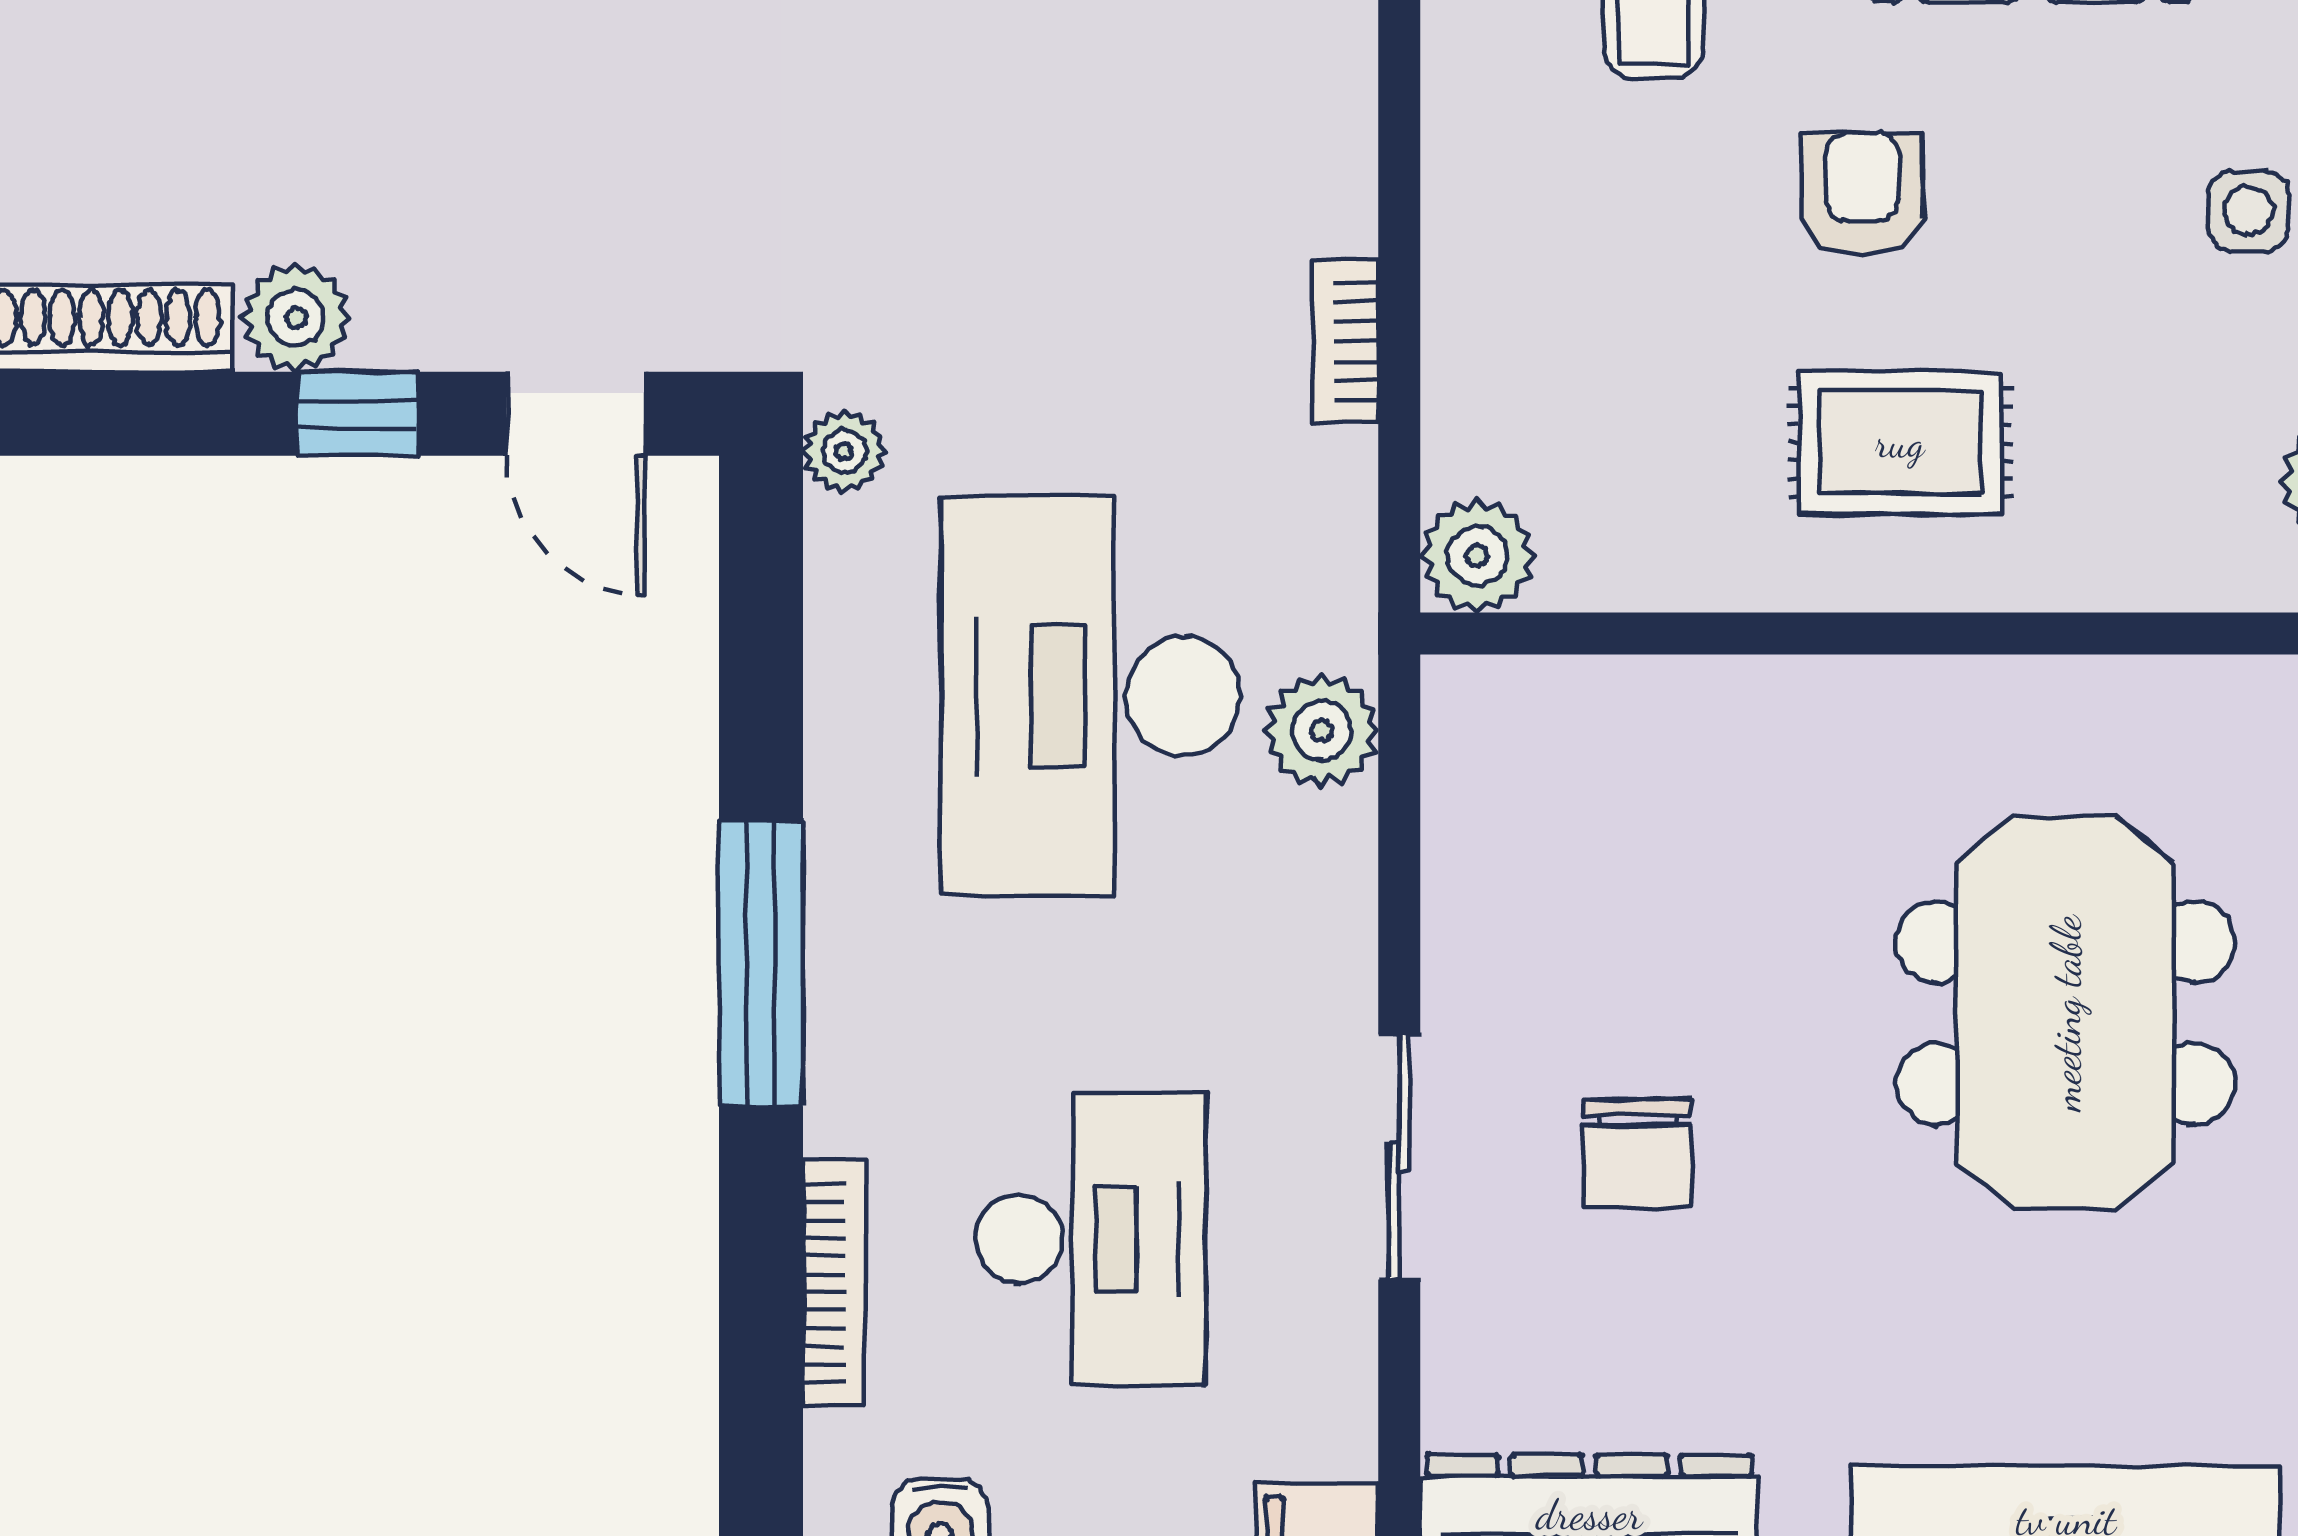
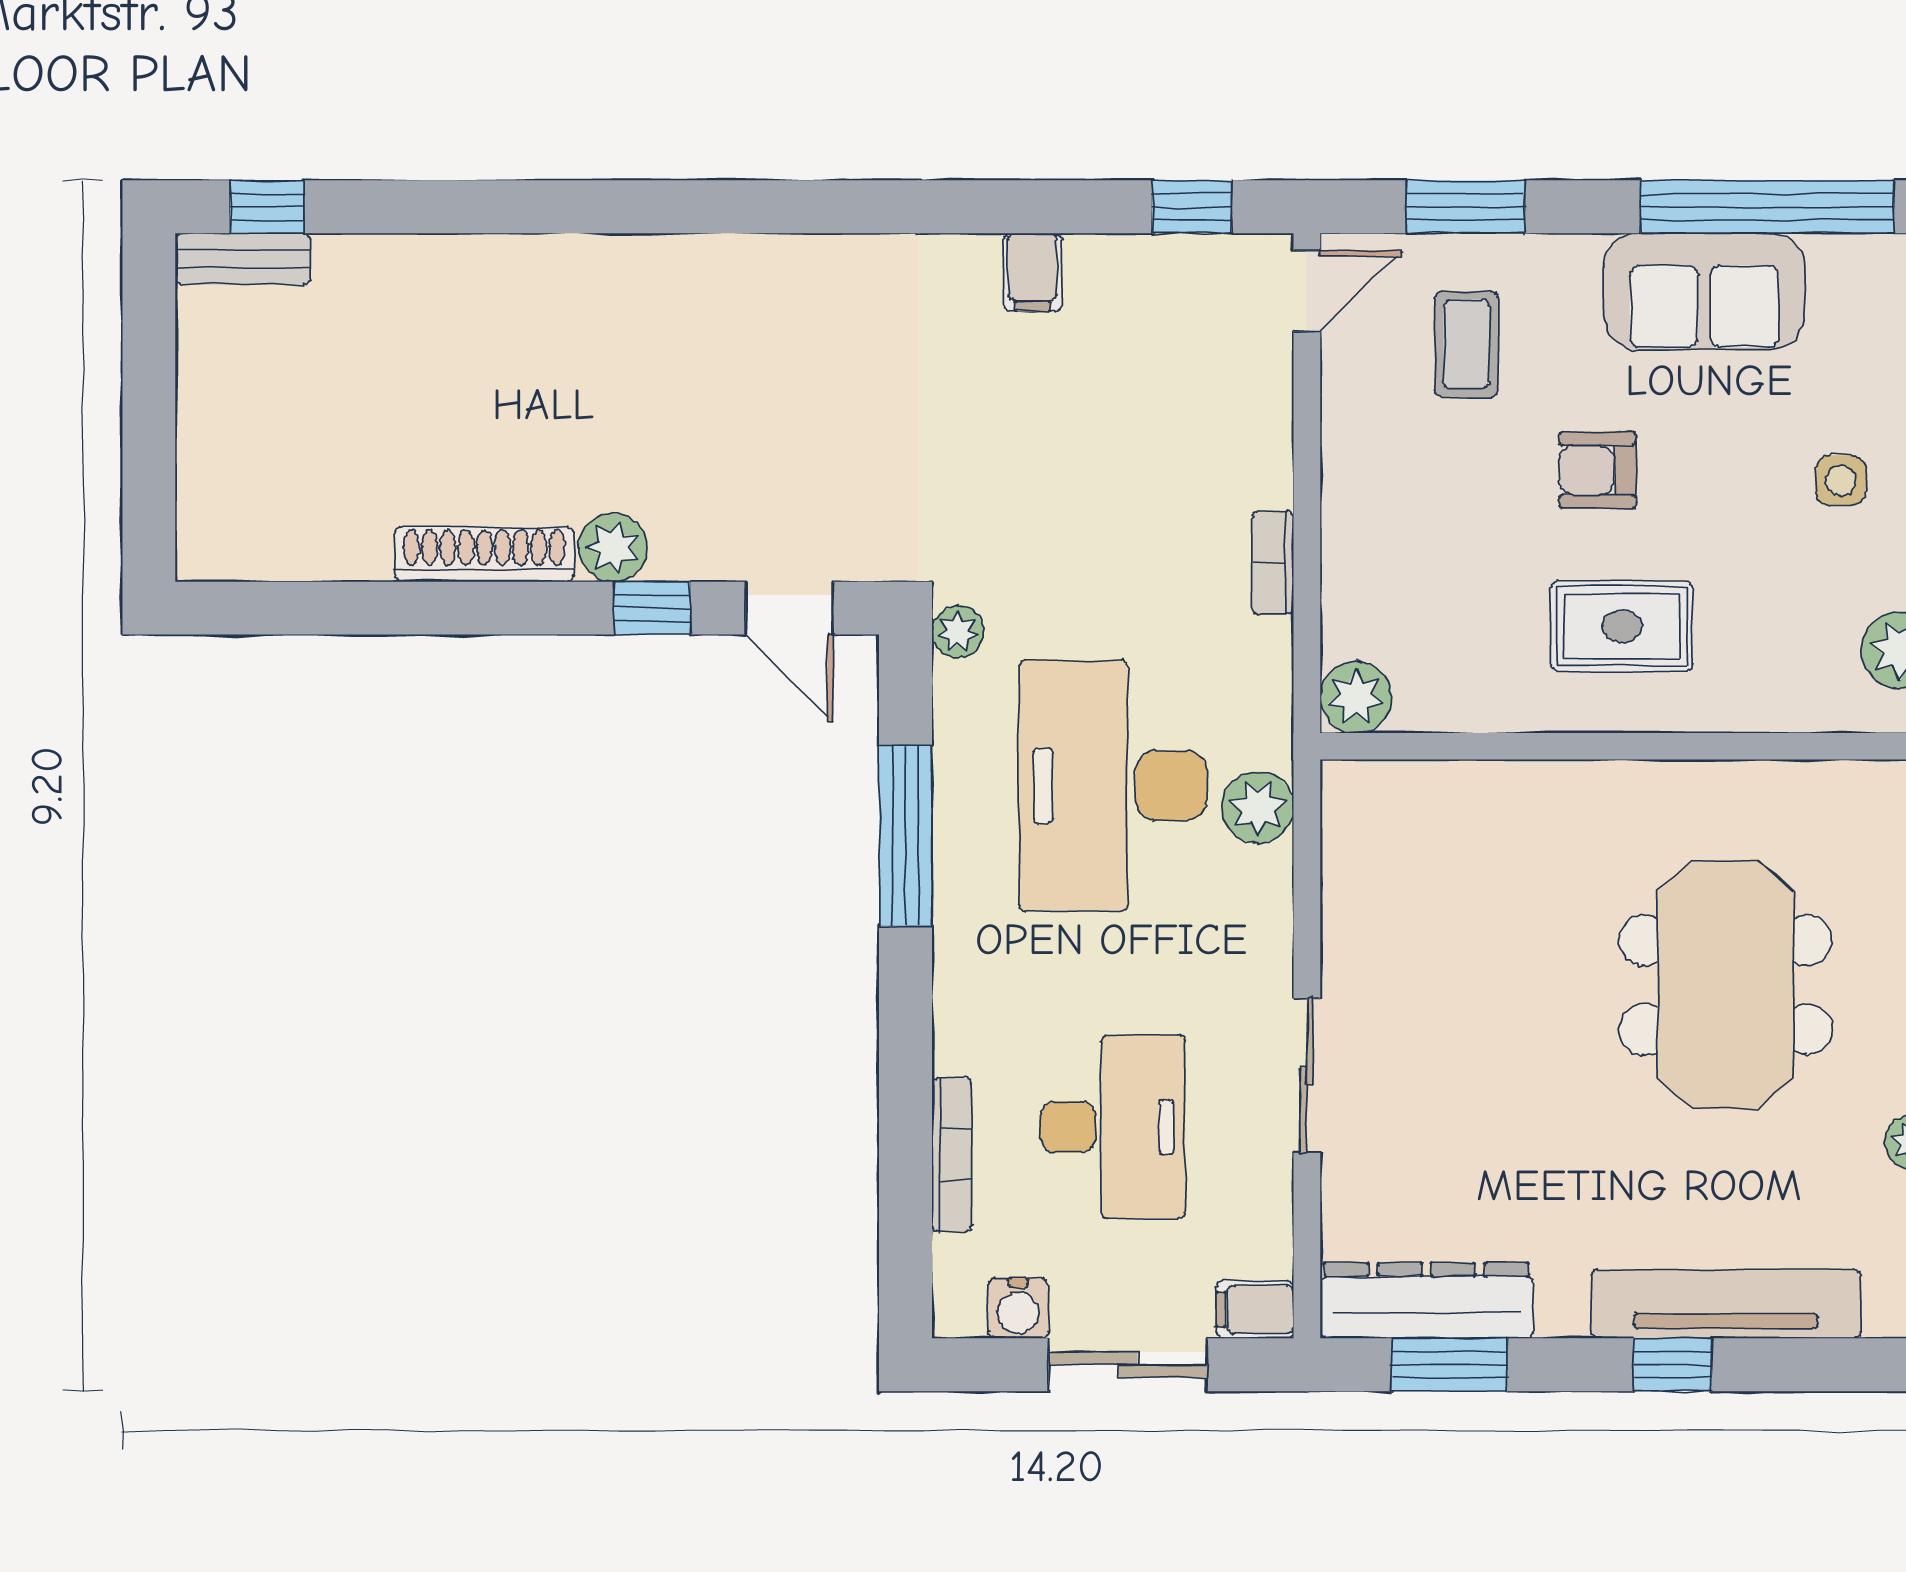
armchair: (1862, 194) -> (1598, 470), turned -90
window: (761, 963) -> (906, 836), moved
chair: (1638, 1153) -> (1457, 1073), removed

